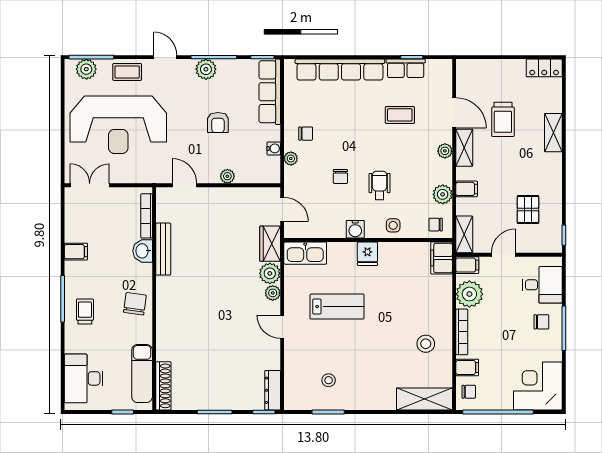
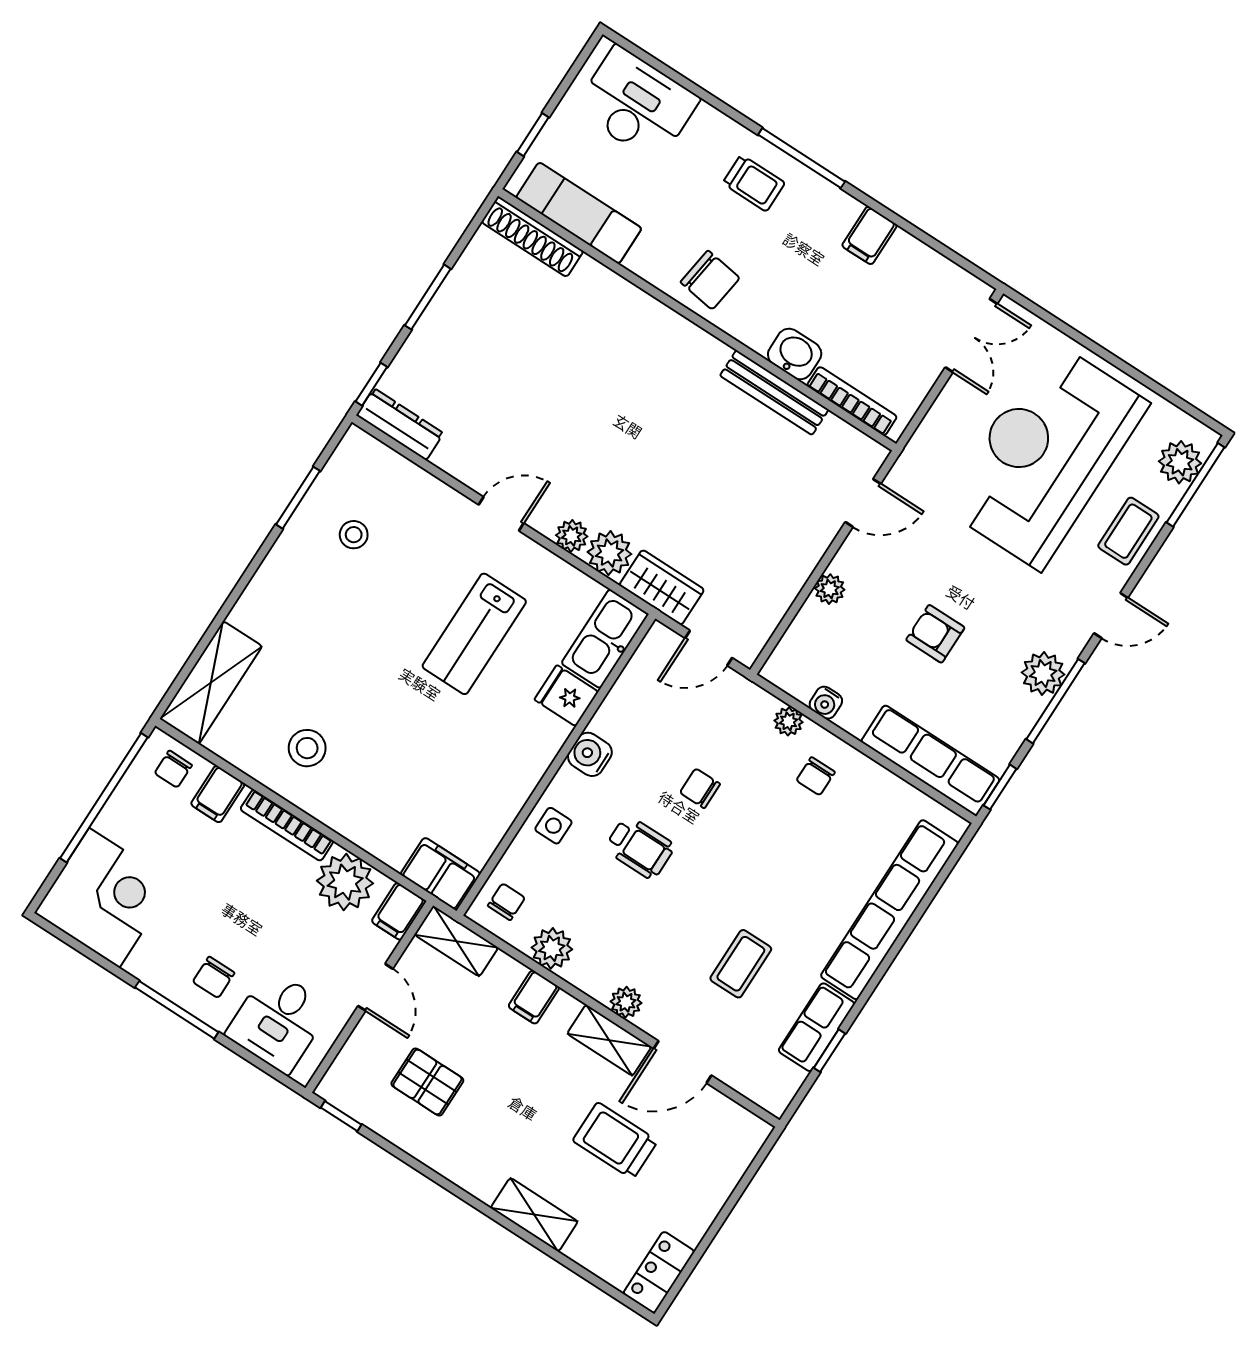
fridge: (367, 254) -> (566, 696), moved

